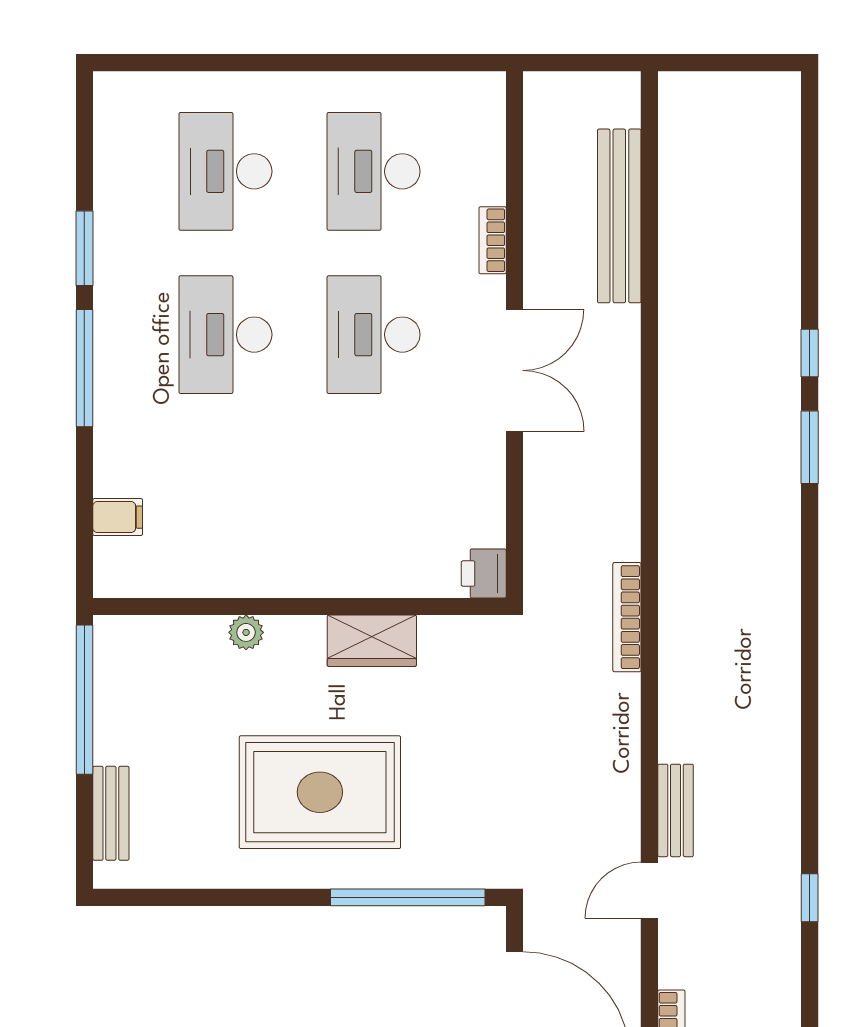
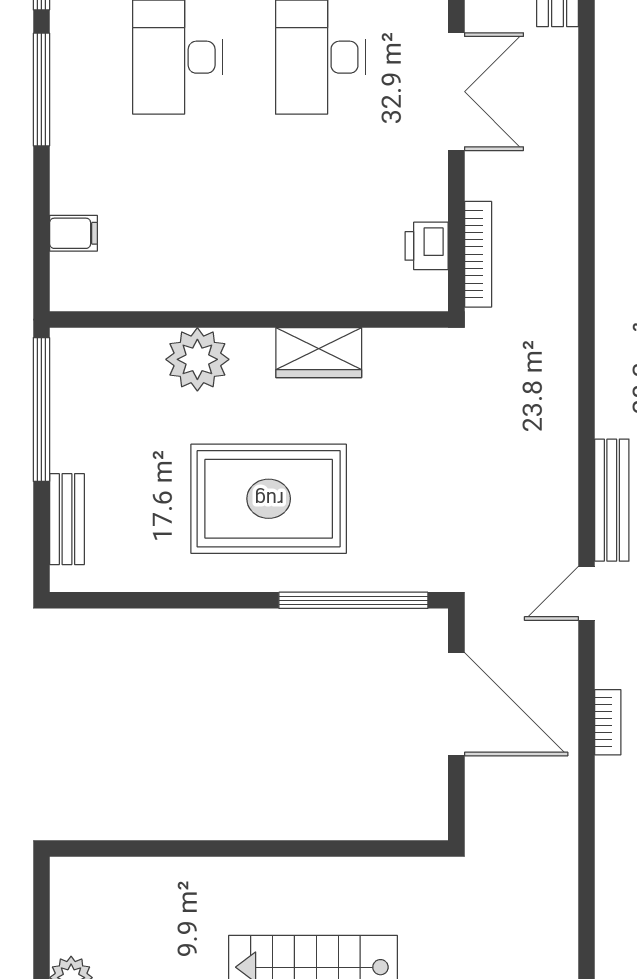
printer: (484, 573) -> (427, 246), moved
bookcase: (627, 617) -> (478, 254), moved, turned 180
plant: (246, 632) -> (197, 359), width x1.88, depth x1.88
bench: (676, 810) -> (612, 500), width x1.36

